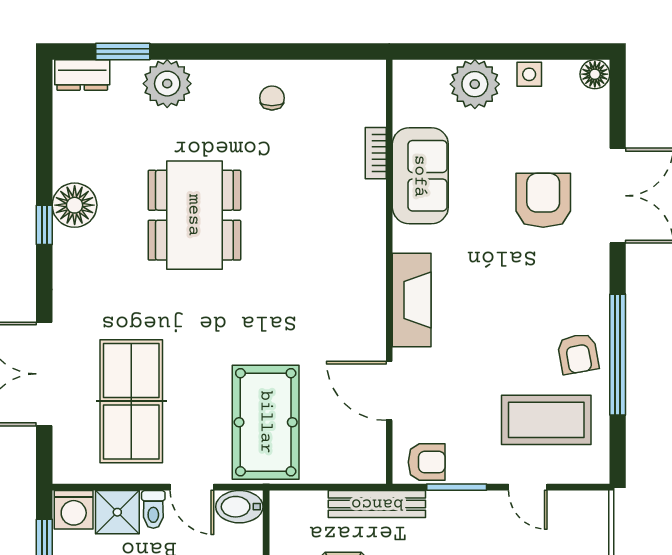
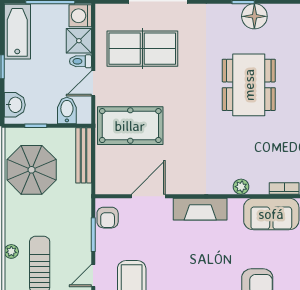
dining table: (194, 215) -> (249, 85), turned 90
plant: (373, 229) -> (241, 187), added
bench: (377, 504) -> (84, 155), moved
bidet: (239, 507) -> (67, 110), moved

